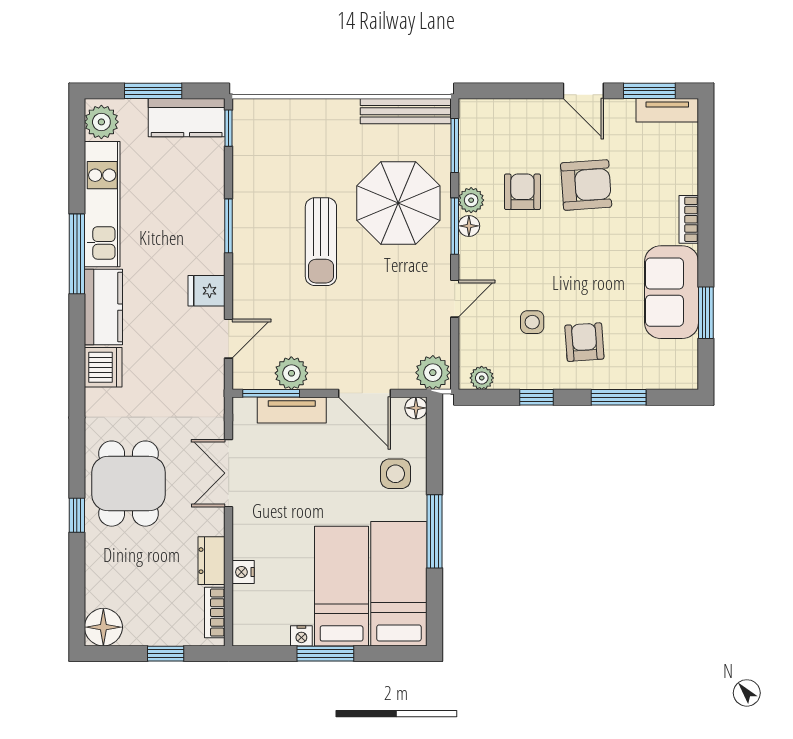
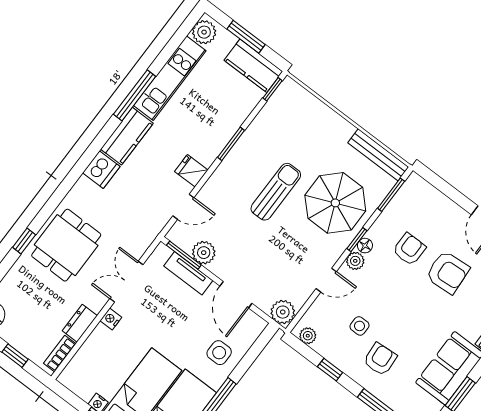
plant: (471, 200) -> (355, 261), moved
window: (455, 226) -> (357, 240), width x0.67
sun lounger: (321, 242) -> (276, 192), turned 180
floor lamp: (416, 408) -> (258, 325), removed
nightstand: (243, 572) -> (111, 319), moved

